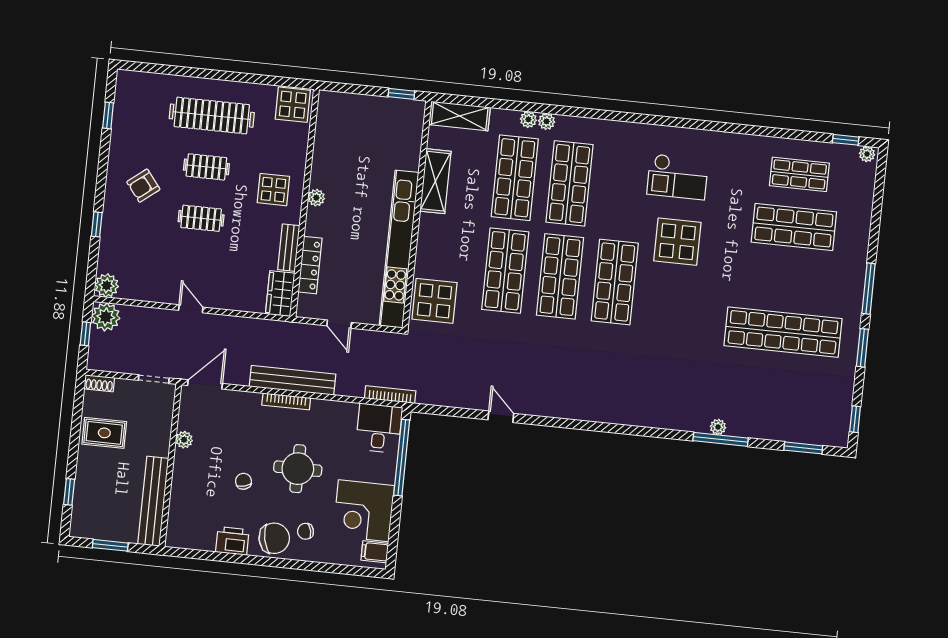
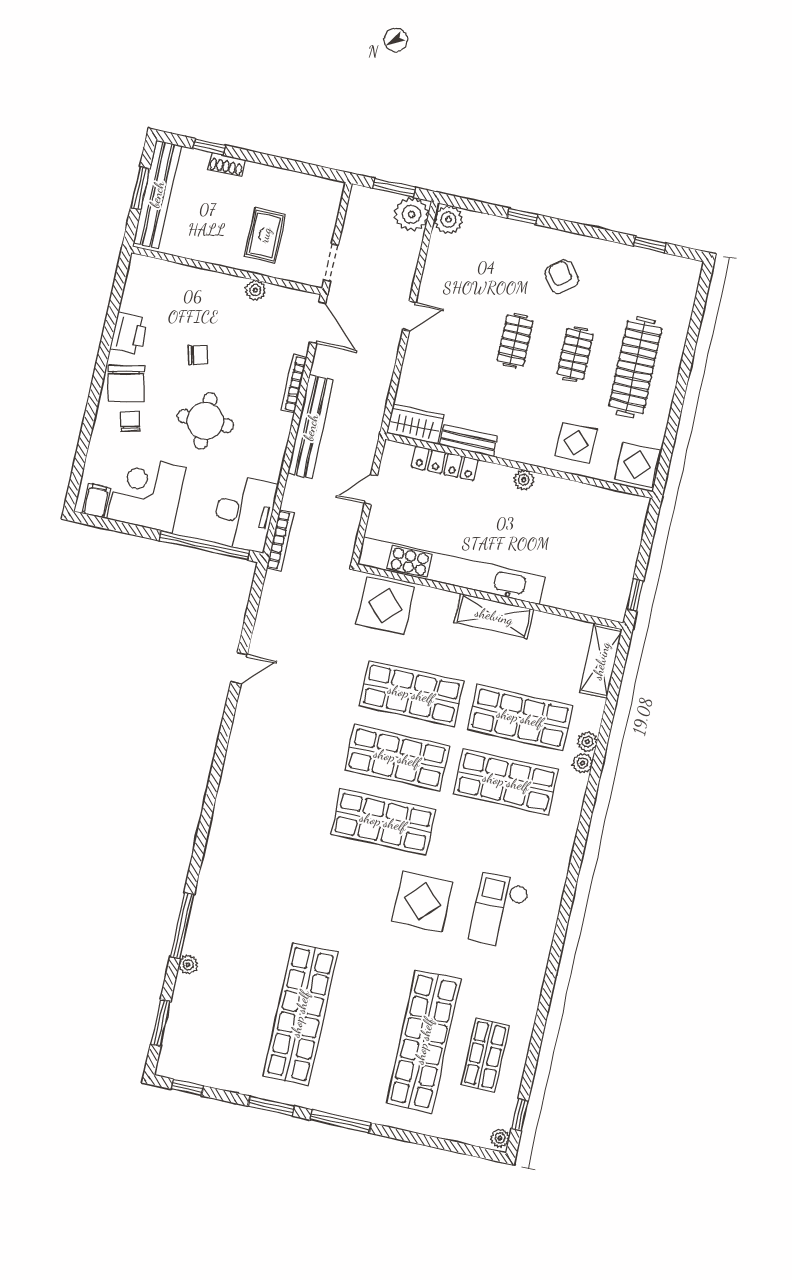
shelving: (435, 181) -> (494, 616), moved
display table: (273, 190) -> (576, 443), moved
shop shelf: (794, 227) -> (424, 1041), width x1.40
window: (85, 334) -> (394, 188), width x1.50
shoe rack: (99, 383) -> (227, 164), moved, turned -90
bookcase: (286, 401) -> (294, 384), moved
plant: (718, 427) -> (188, 965), moved
desk: (379, 428) -> (244, 513), width x1.37
rug: (104, 433) -> (265, 235), moved
bench: (153, 501) -> (157, 194), moved, turned 90

